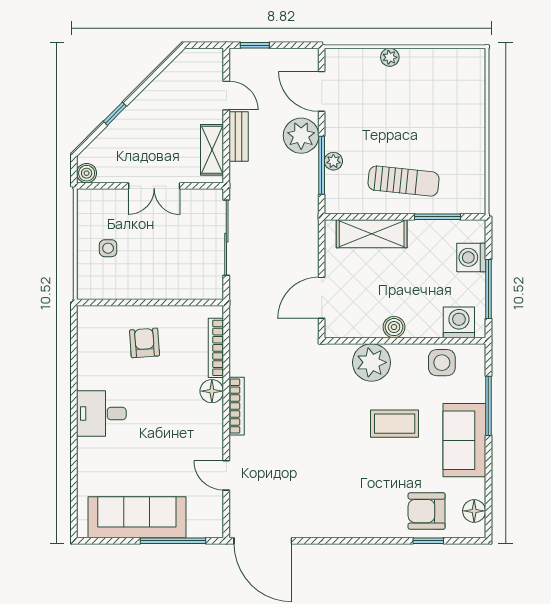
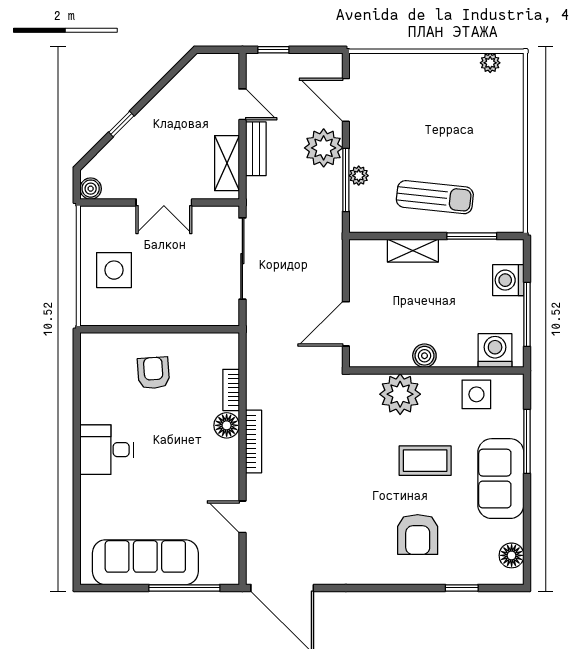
plant: (390, 57) -> (490, 63), moved
shelving: (372, 234) -> (413, 251), width x0.67, depth x0.75
side table: (108, 248) -> (114, 270), width x1.87, depth x1.87
bookcase: (216, 348) -> (231, 390), width x0.64
armchair: (427, 511) -> (418, 534), moved, turned -90

